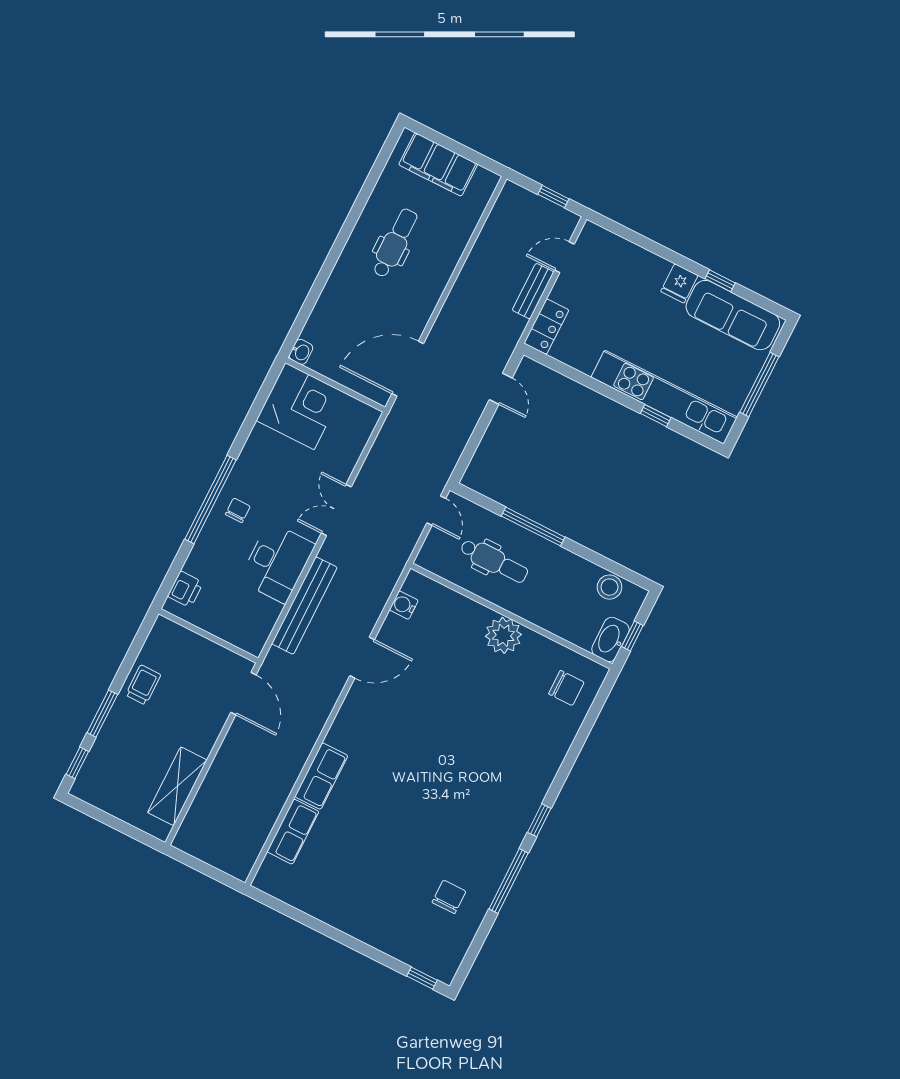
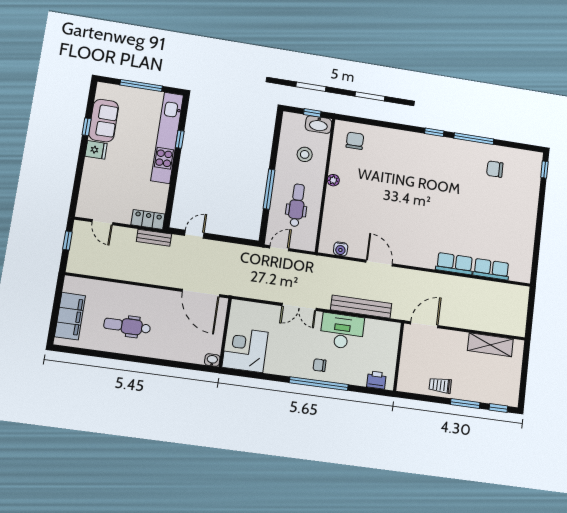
bench: (533, 291) -> (154, 238), moved
sofa: (733, 315) -> (104, 121), width x0.73
stool: (609, 587) -> (305, 154), moved
plant: (503, 635) -> (333, 180), width x0.53, depth x0.53

